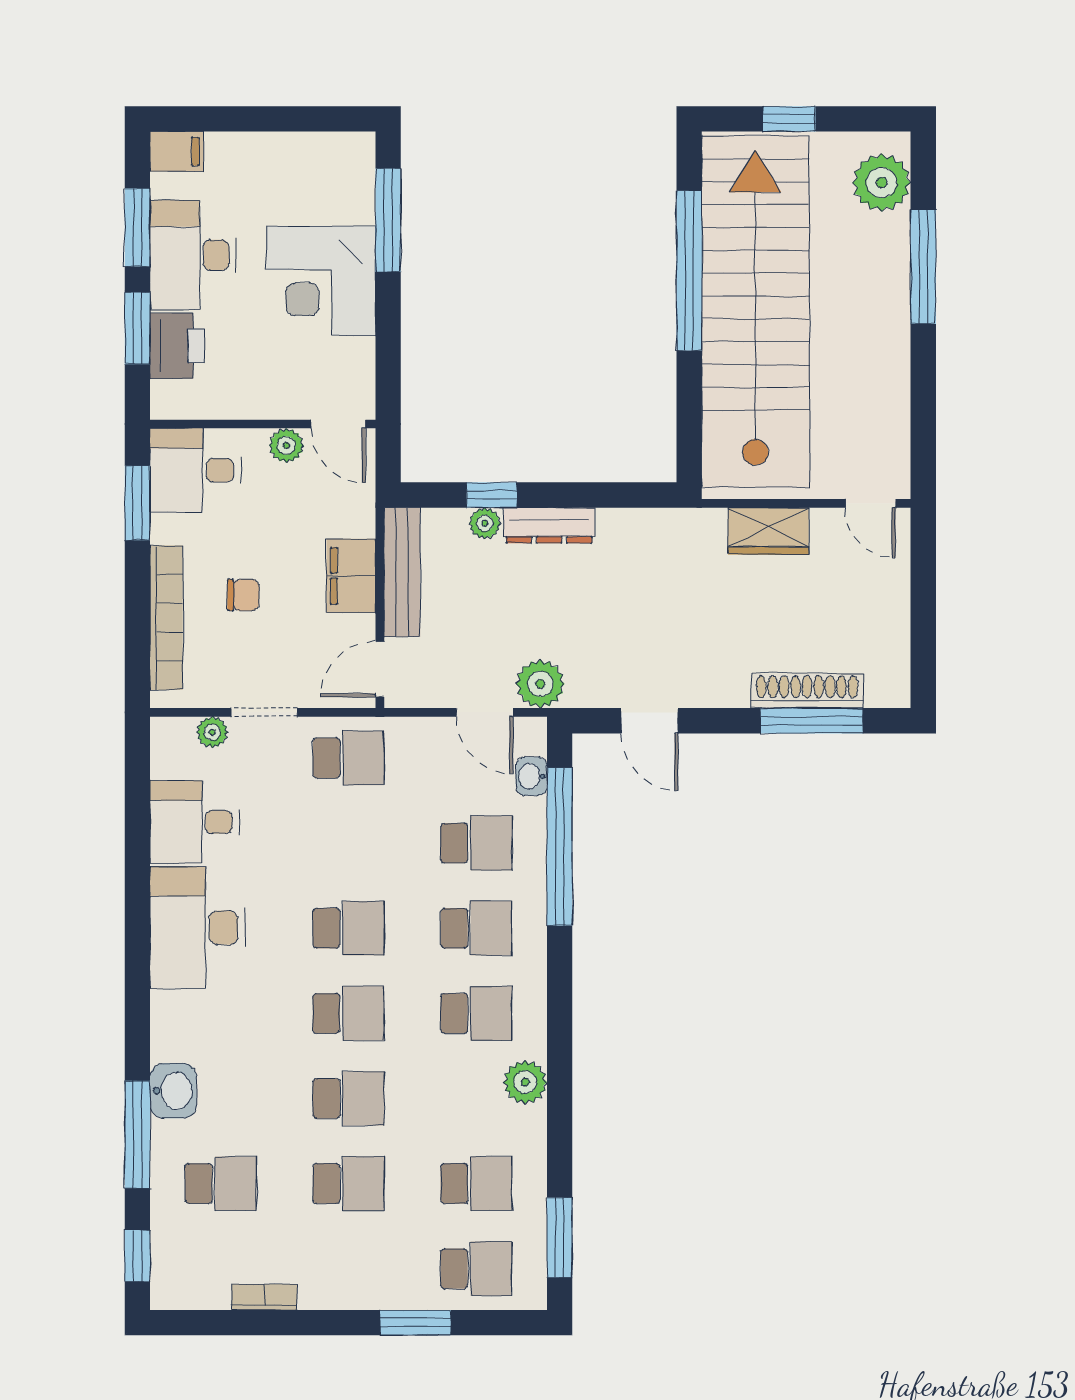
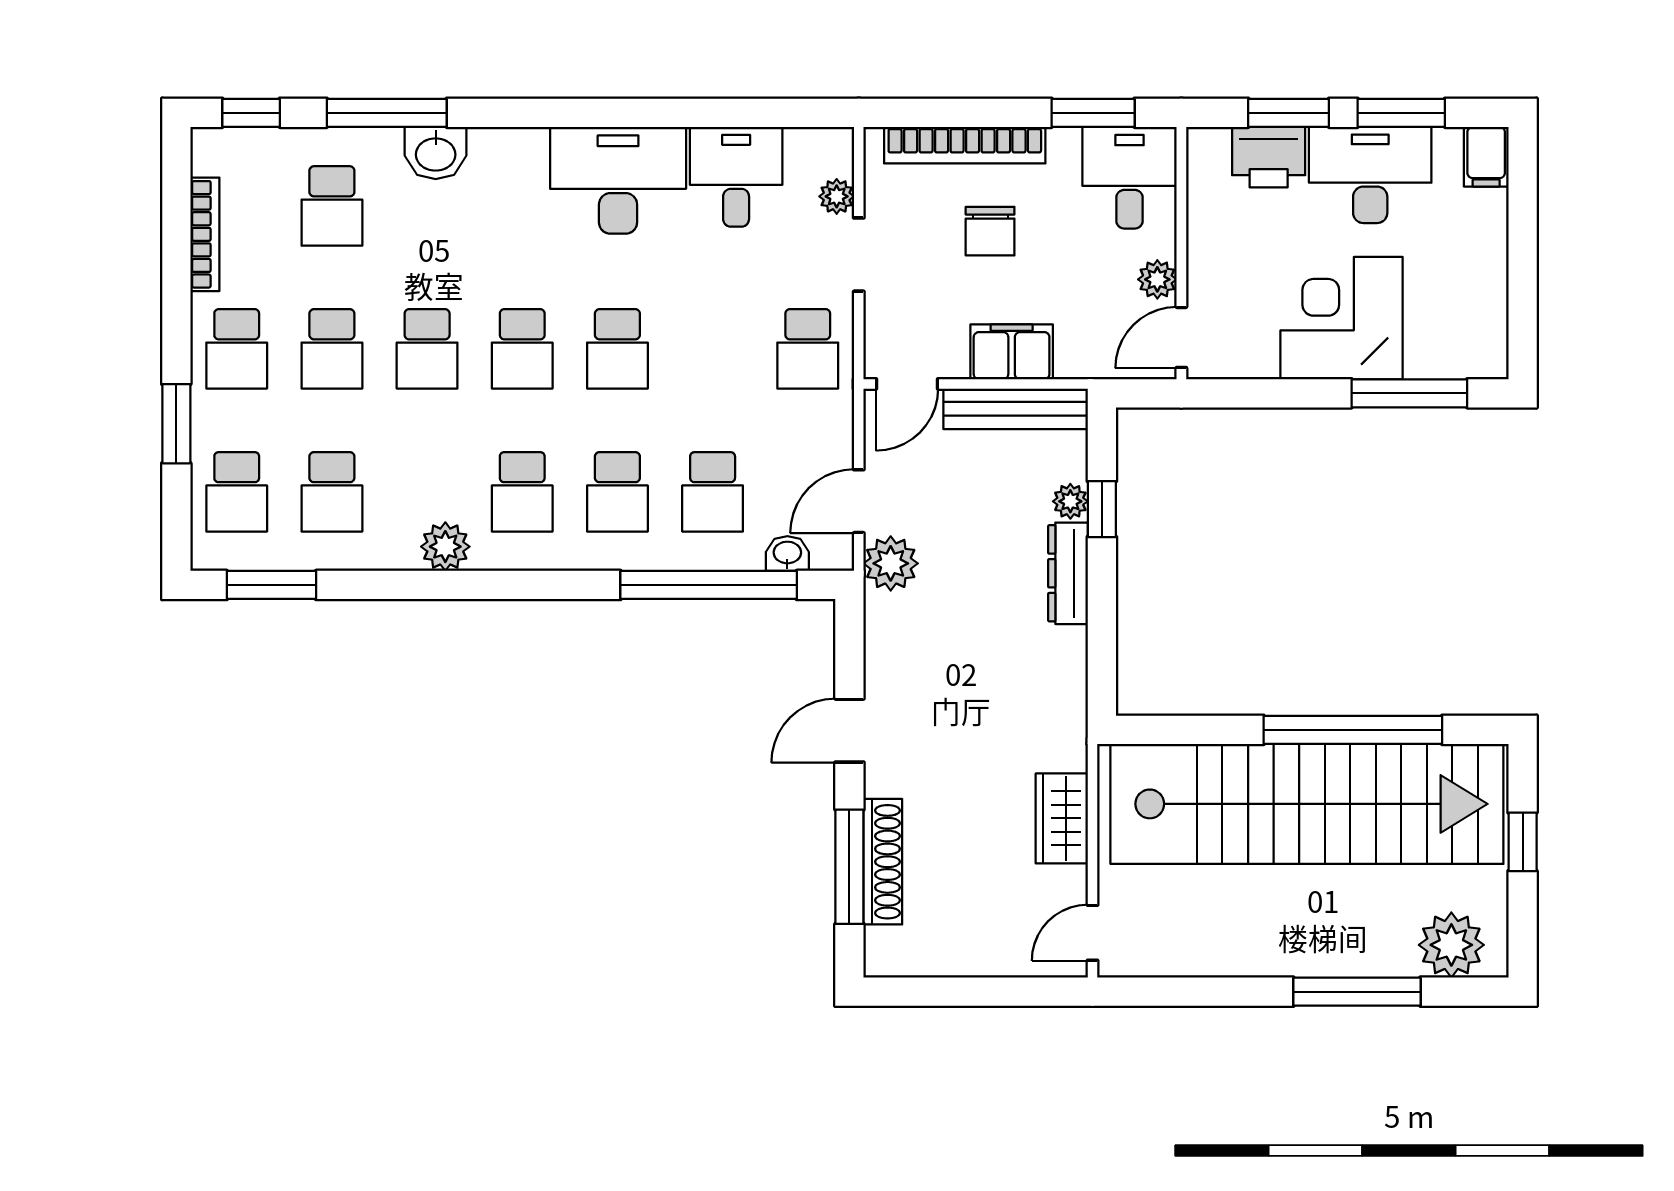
chair: (243, 595) -> (990, 231), width x1.37, depth x1.37
door: (380, 669) -> (907, 384), swing flipped
door: (650, 721) -> (849, 731), moved
school desk: (348, 1269) -> (237, 349), added
bookcase: (264, 1297) -> (205, 234), width x1.56

